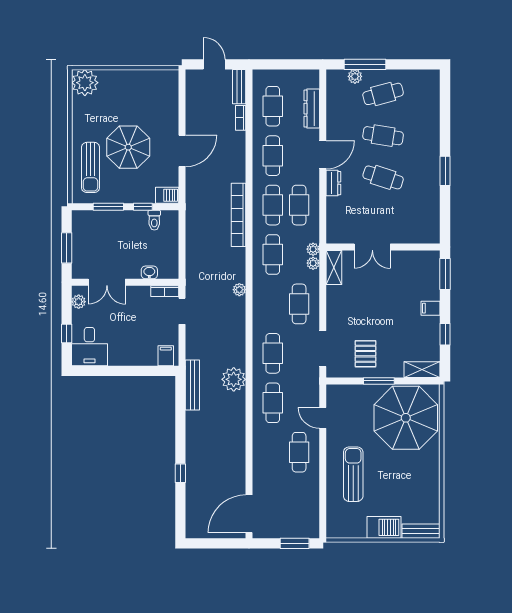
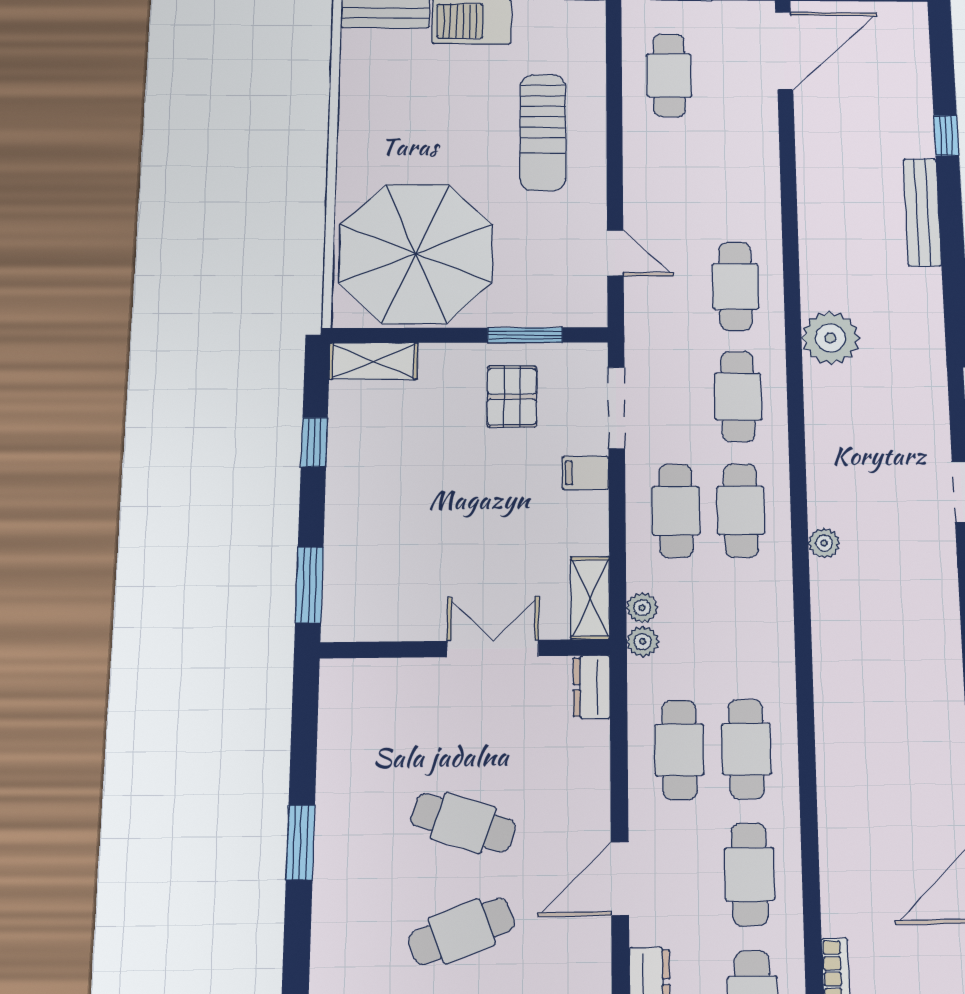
cafe table: (383, 136) -> (462, 931), turned -30
dresser: (333, 183) -> (592, 687), moved
bookcase: (239, 215) -> (833, 723), removed
cafe table: (273, 255) -> (741, 510), moved
filing cabinet: (431, 308) -> (585, 473), moved, turned 180
window: (379, 381) -> (525, 335), moved
bench: (192, 385) -> (922, 212), moved
cafe table: (299, 452) -> (669, 75), moved

